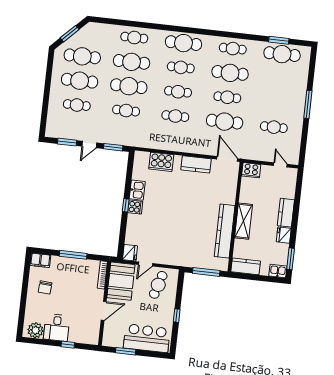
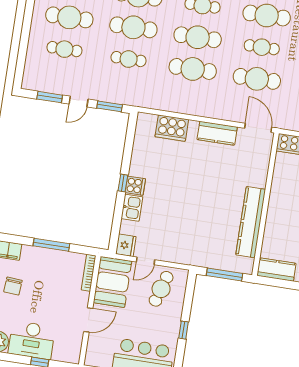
cafe table: (178, 92) -> (198, 37), width x1.37, depth x1.35
cafe table: (175, 116) -> (193, 69), width x1.37, depth x1.35
kitchen sink: (137, 190) -> (132, 208), moved
shelving: (244, 221) -> (276, 210), removed
desk: (57, 328) -> (32, 340), width x1.37

